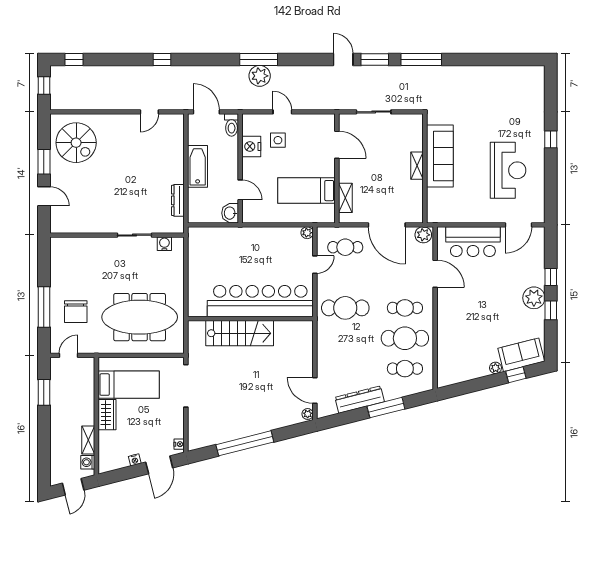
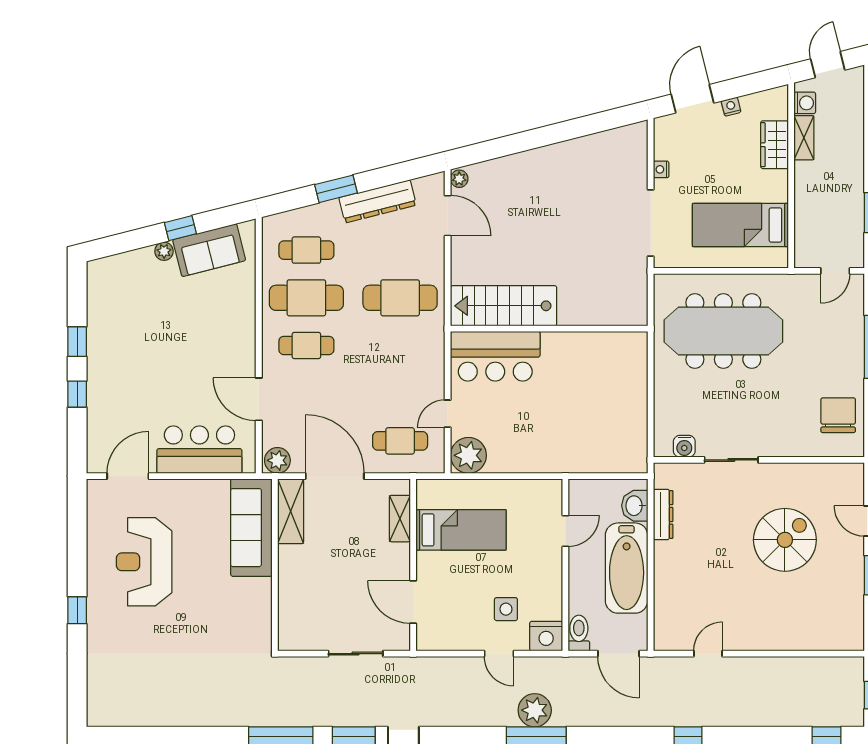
spiral stairs: (76, 143) -> (785, 540), moved, turned 90
nightstand: (251, 146) -> (546, 636), moved, turned 90
sofa: (440, 156) -> (251, 528), moved
bathtub: (198, 166) -> (627, 568), width x1.36, depth x1.36
shelving: (417, 166) -> (291, 511), moved, width x1.50, depth x1.33
door: (240, 190) -> (565, 531), swing flipped
washbasin: (230, 213) -> (635, 506), moved, turned 180
plant: (307, 233) -> (468, 455), width x1.87, depth x1.87
plant: (534, 298) -> (104, 361), removed
bar counter: (260, 301) -> (495, 356), width x0.54
cafe table: (345, 308) -> (400, 298), moved
chair: (76, 312) -> (838, 415), moved
stairs: (240, 333) -> (504, 306), moved
sofa: (521, 355) -> (209, 250), moved
window: (516, 375) -> (180, 228), moved
window: (386, 408) -> (336, 189), width x0.69
wardrobe: (107, 415) -> (775, 145), moved
window: (245, 443) -> (558, 133), removed
nightstand: (179, 444) -> (661, 169), moved

